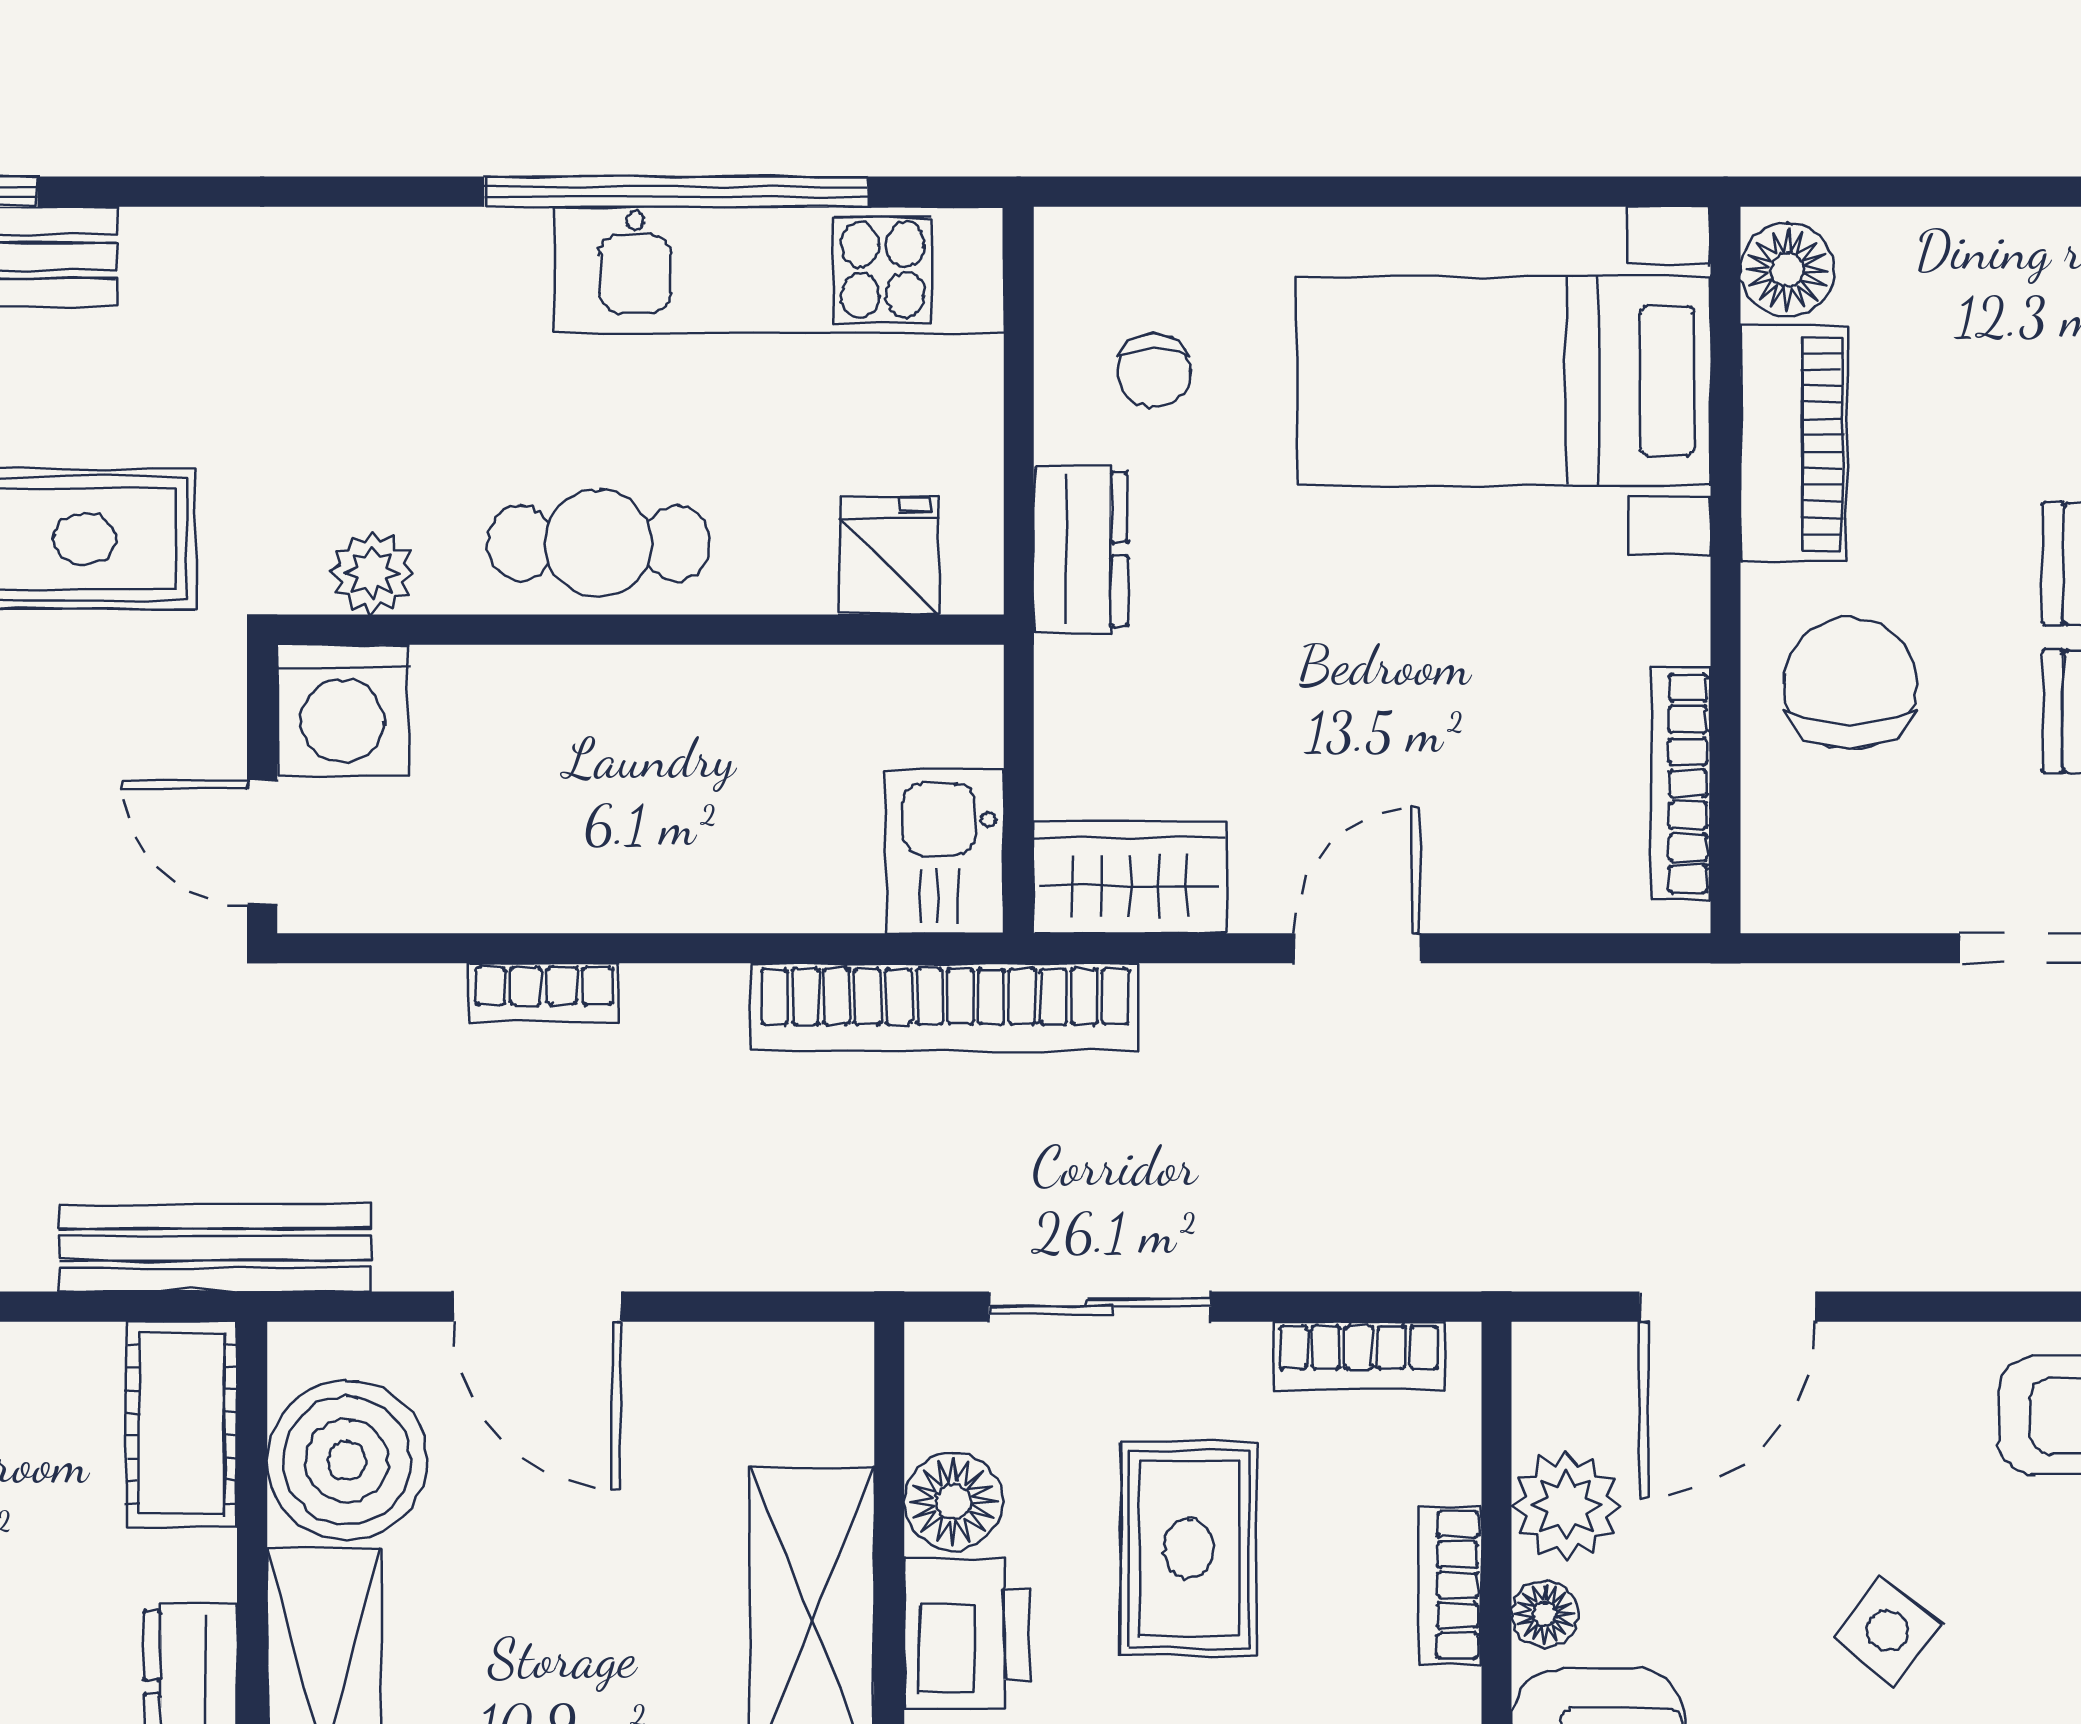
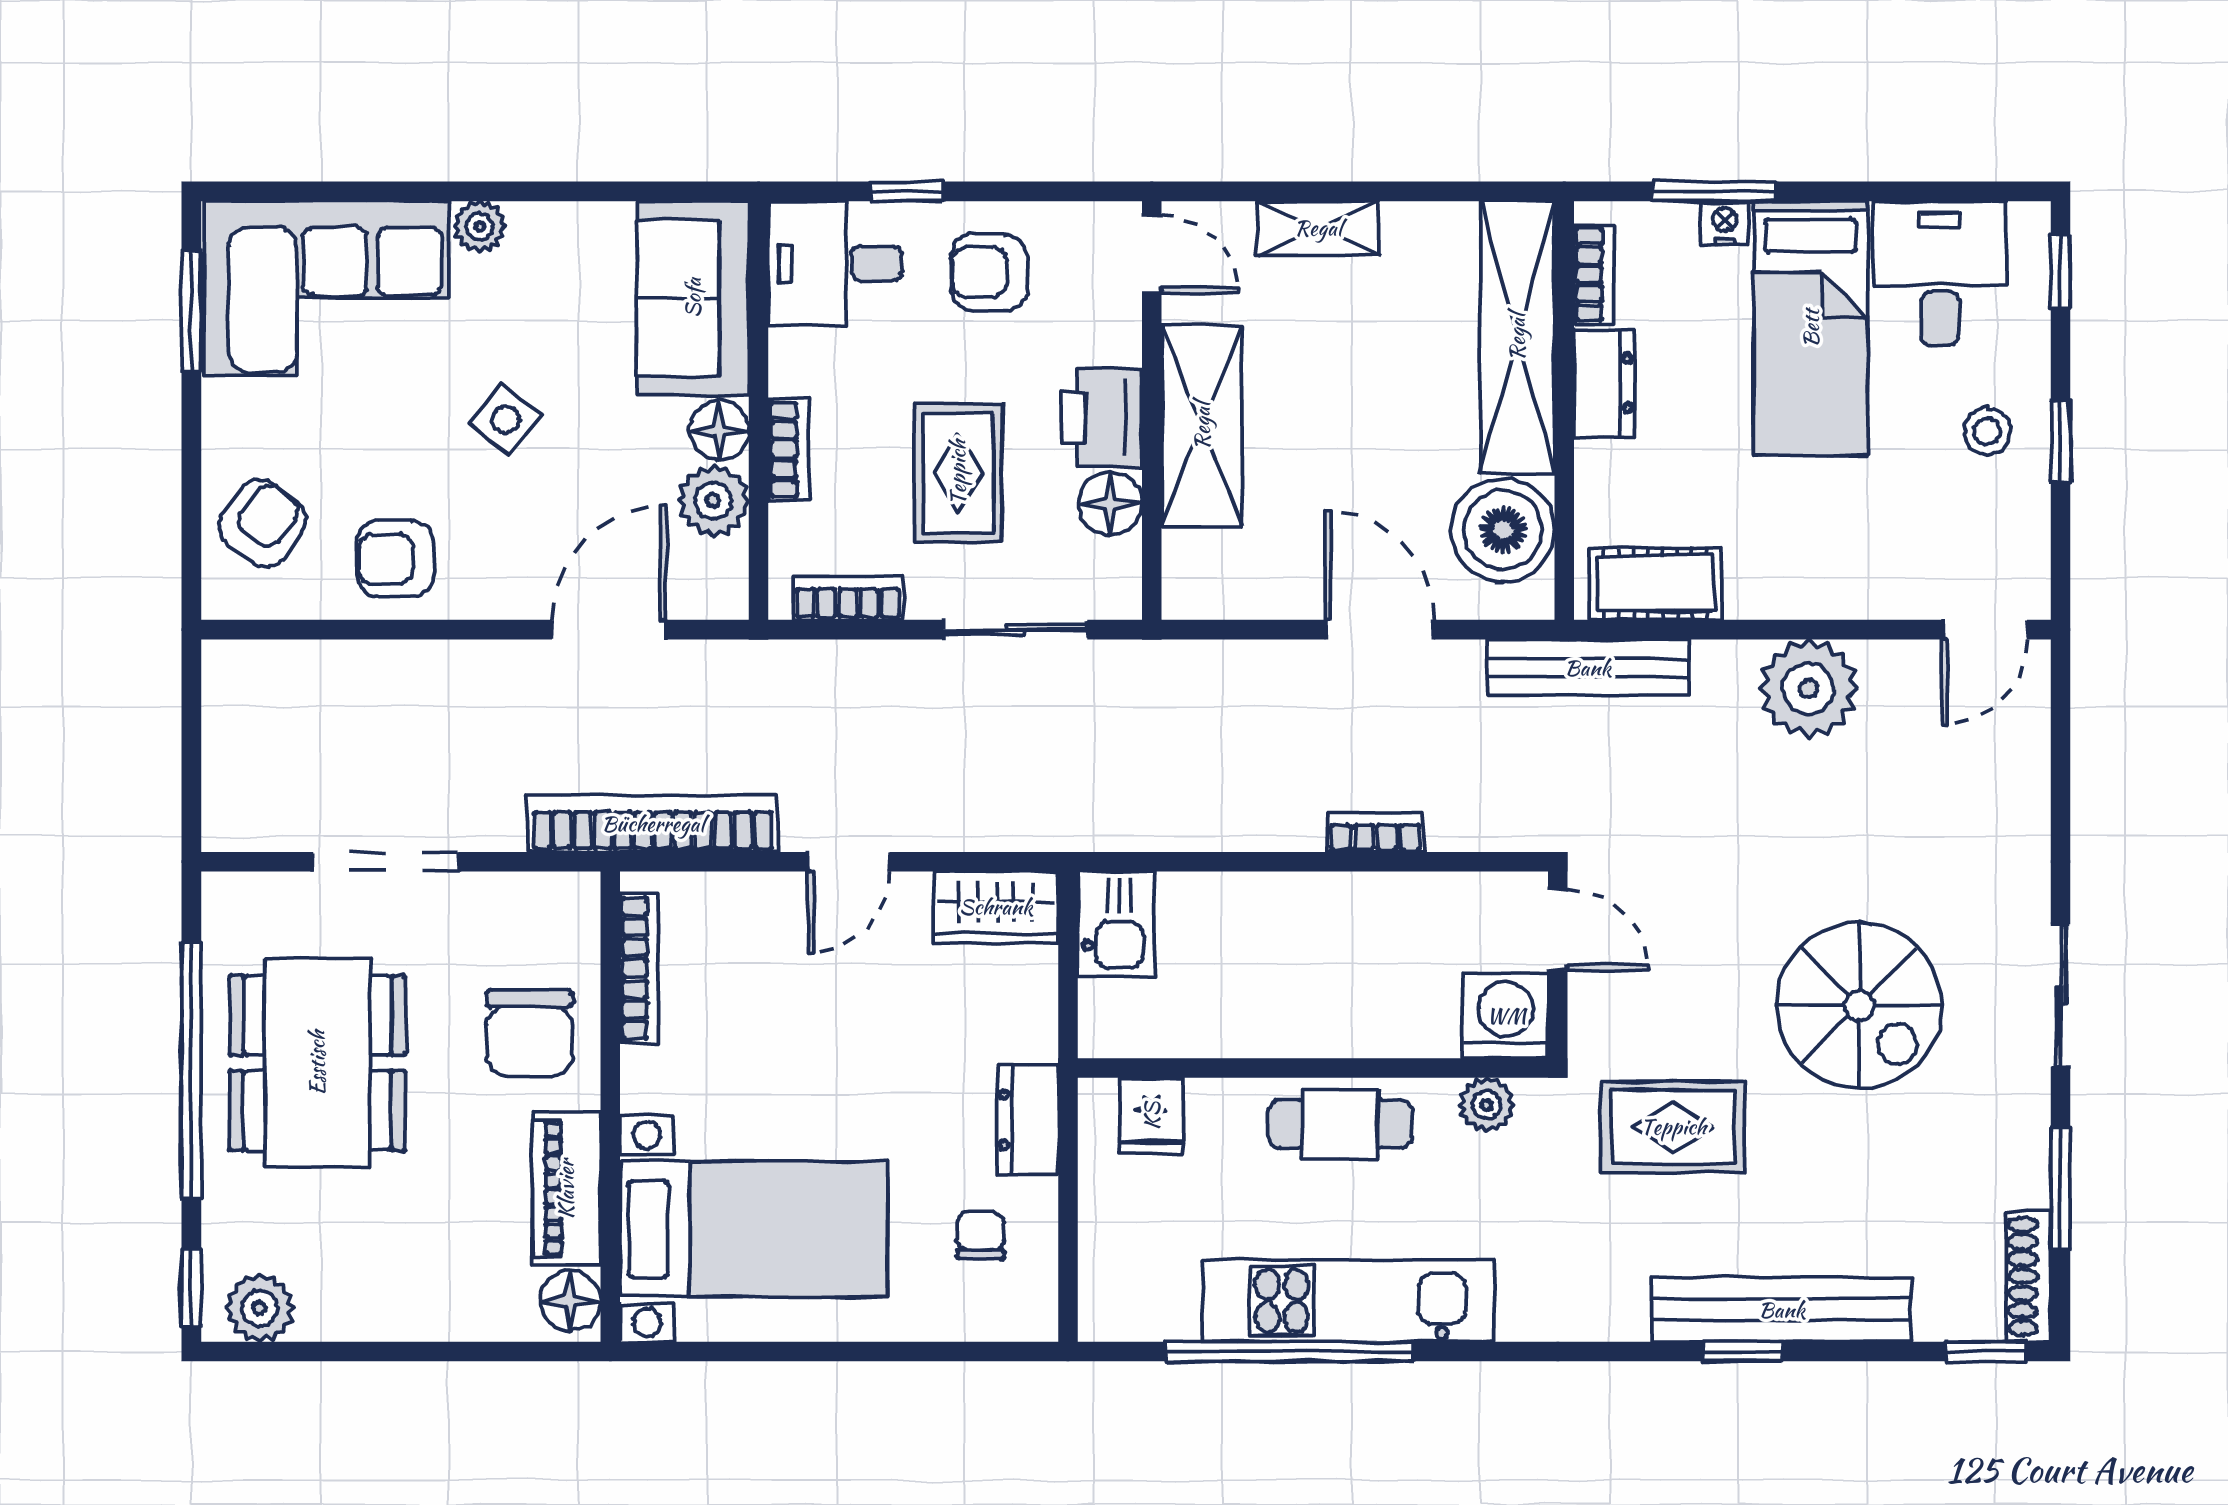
kitchen unit: (779, 270) -> (1349, 1301), moved
bookcase: (945, 1007) -> (653, 824), moved
cot: (181, 1424) -> (1655, 584), moved, turned 90
floor lamp: (1545, 1614) -> (719, 431), width x1.37, depth x1.37

